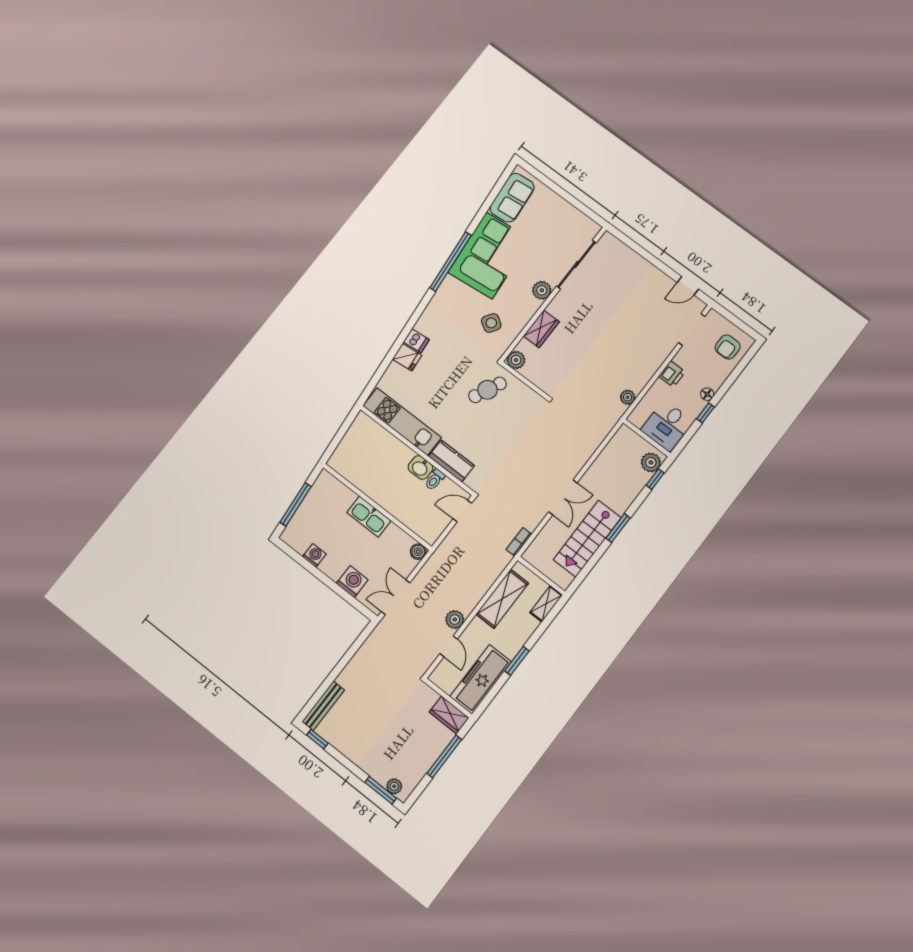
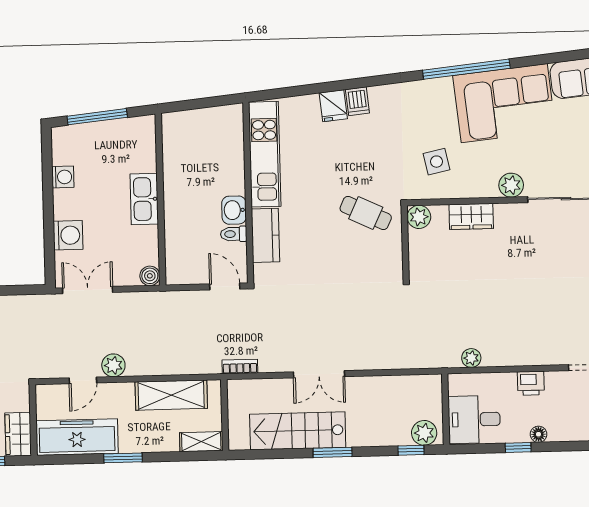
side table: (491, 323) -> (437, 162), turned 45

